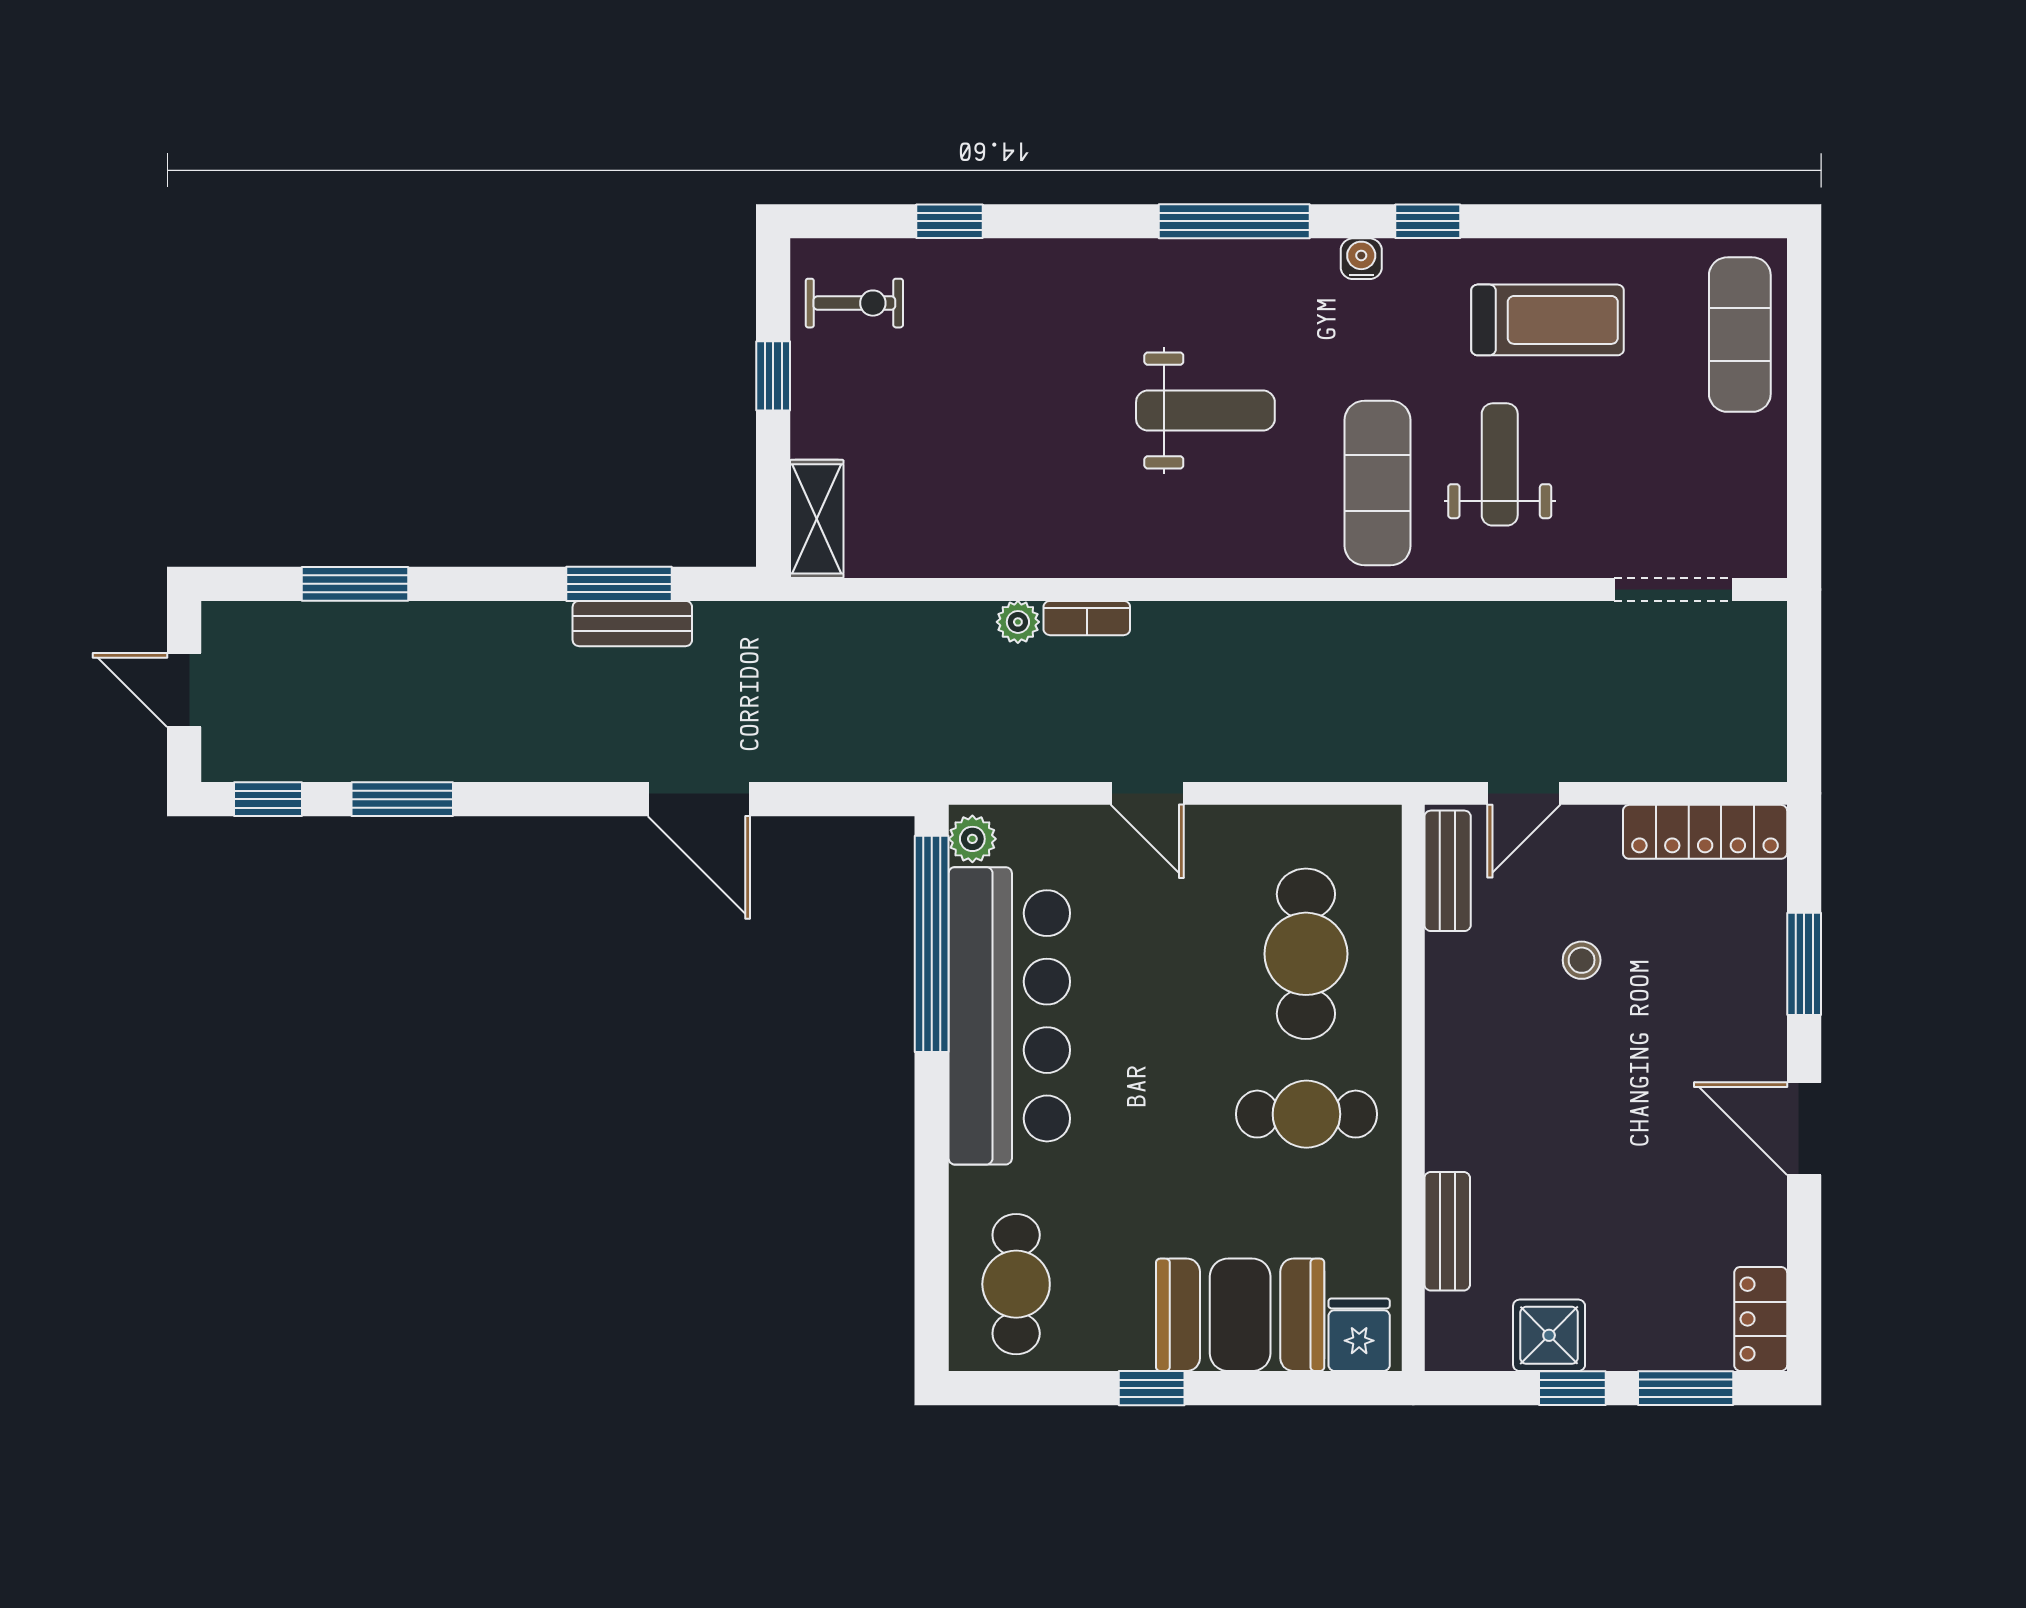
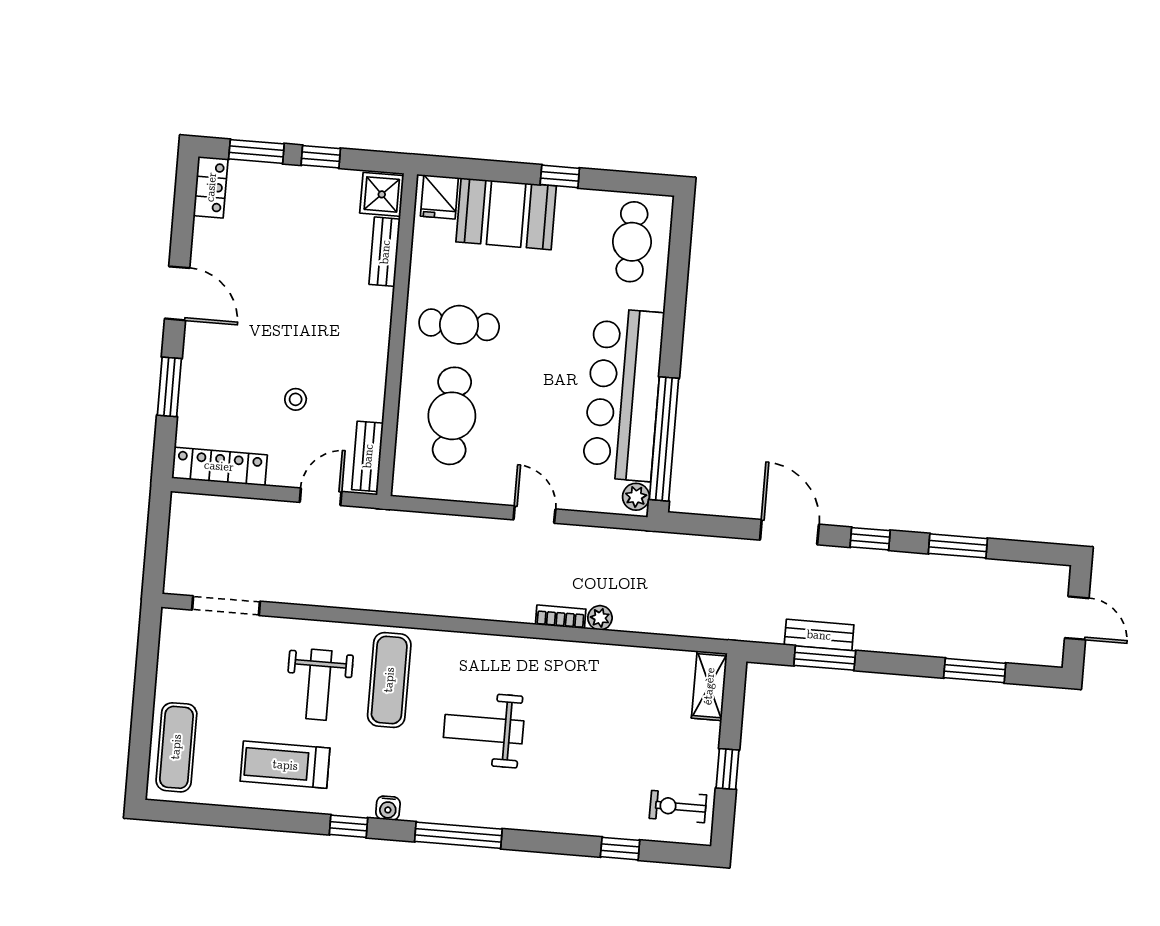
window: (268, 799) -> (870, 539), moved
shower: (1549, 1335) -> (382, 194), moved

